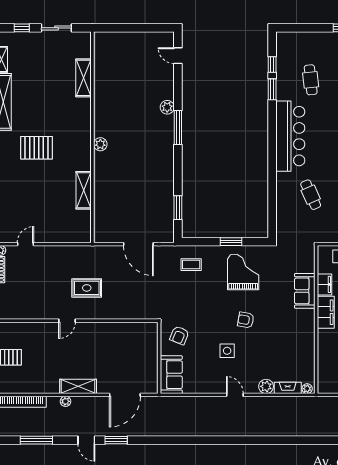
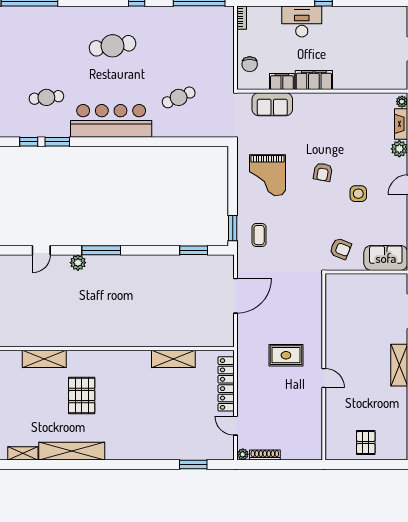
door: (178, 56) -> (41, 250), moved
plant: (100, 144) -> (121, 340), removed
pallet: (37, 148) -> (82, 395), moved
locker: (62, 236) -> (226, 384), added
window: (231, 242) -> (233, 228), moved
grand piano: (243, 272) -> (268, 175), turned -90
rug: (87, 288) -> (286, 355), turned 90
sofa: (305, 291) -> (272, 104), moved

